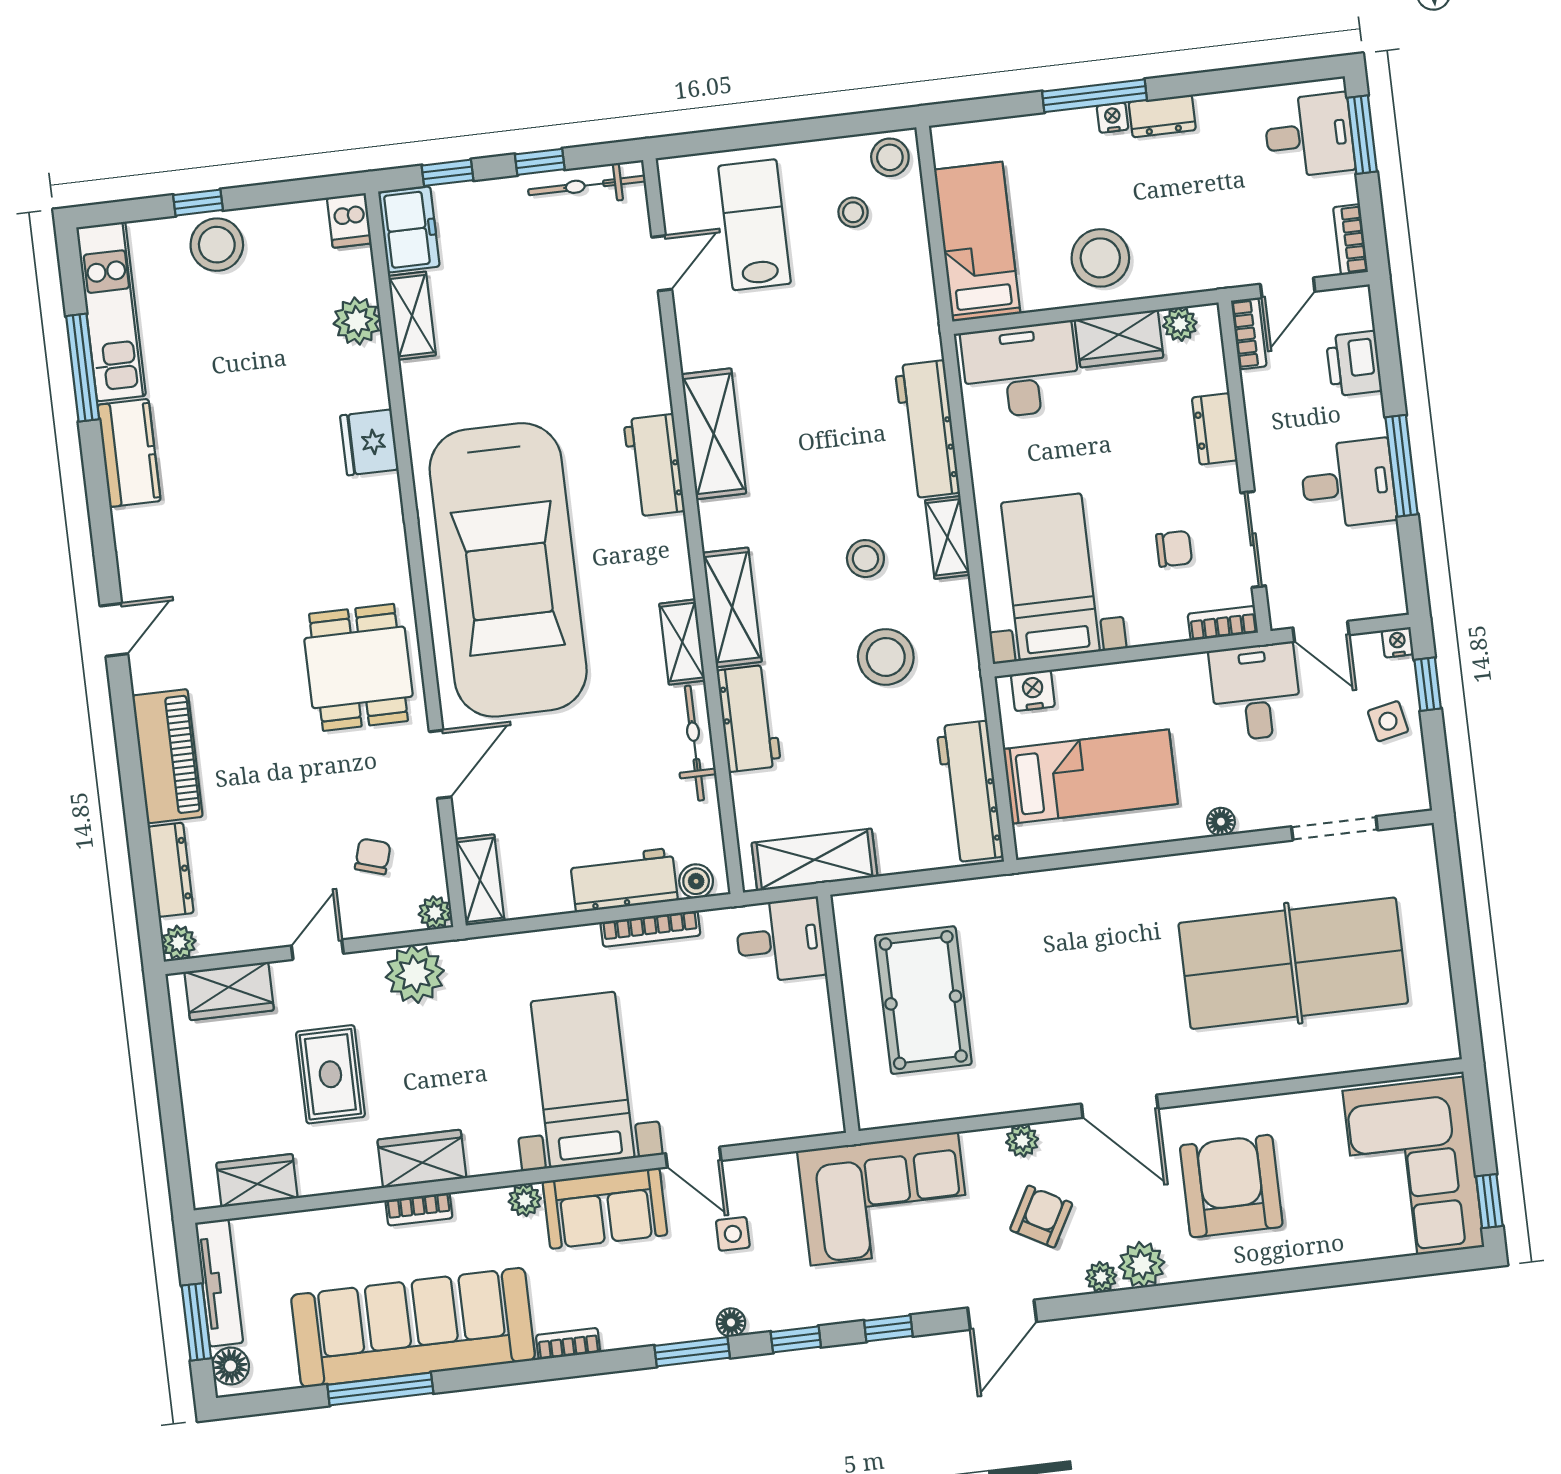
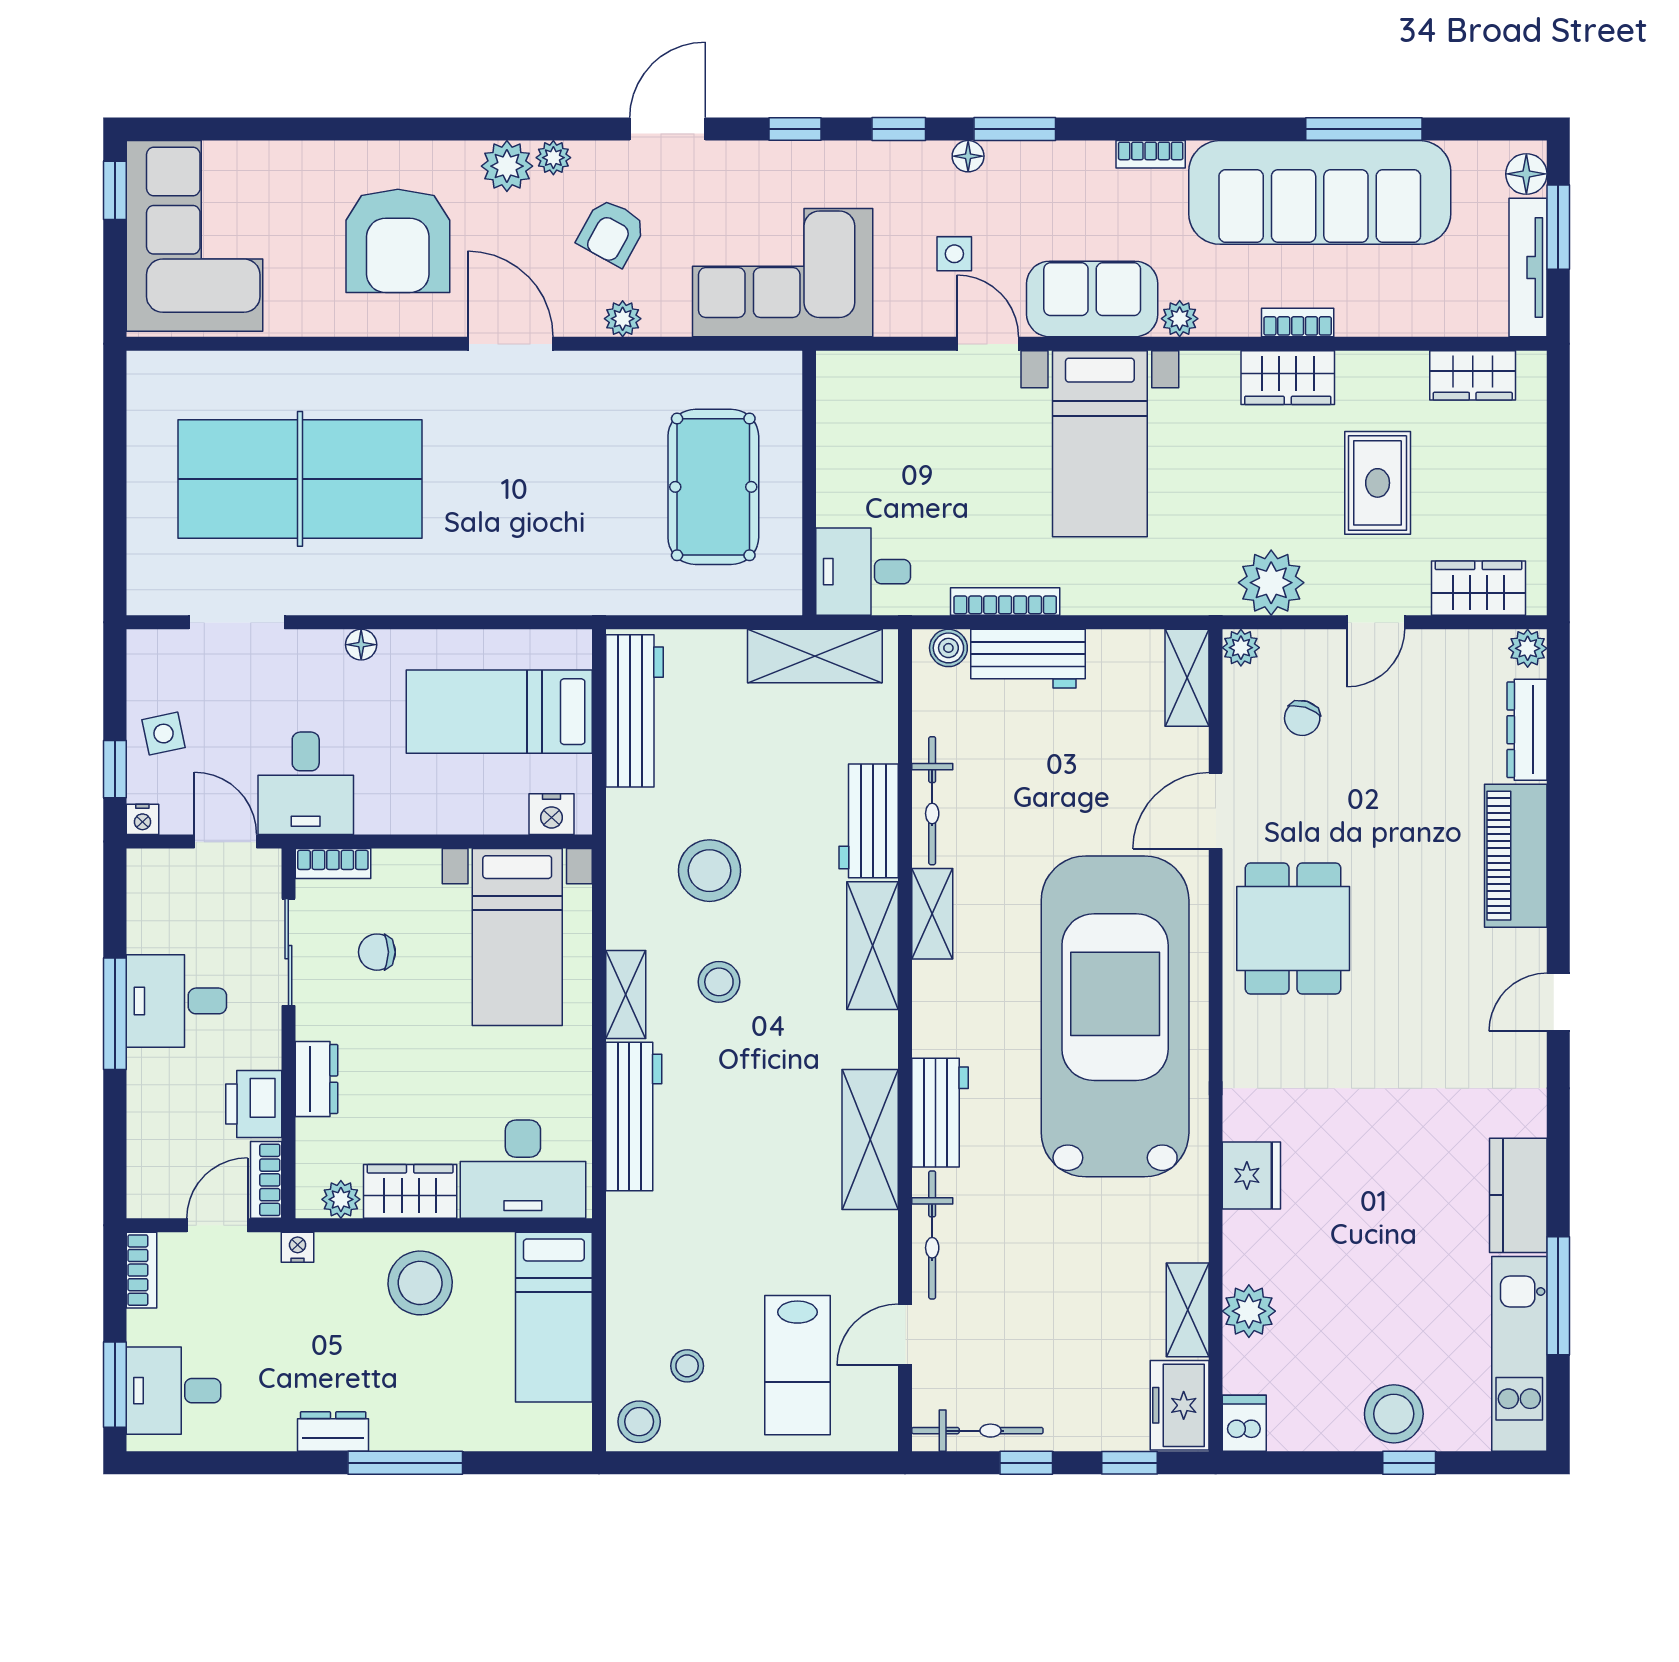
nightstand: (1112, 118) -> (298, 1247), moved, turned 180
bicycle: (648, 355) -> (932, 1235), added
printer: (1354, 364) -> (254, 1104), moved, turned 180

